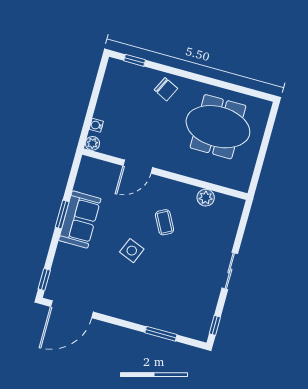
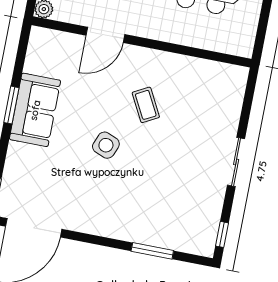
plant: (206, 198) -> (197, 69), removed

